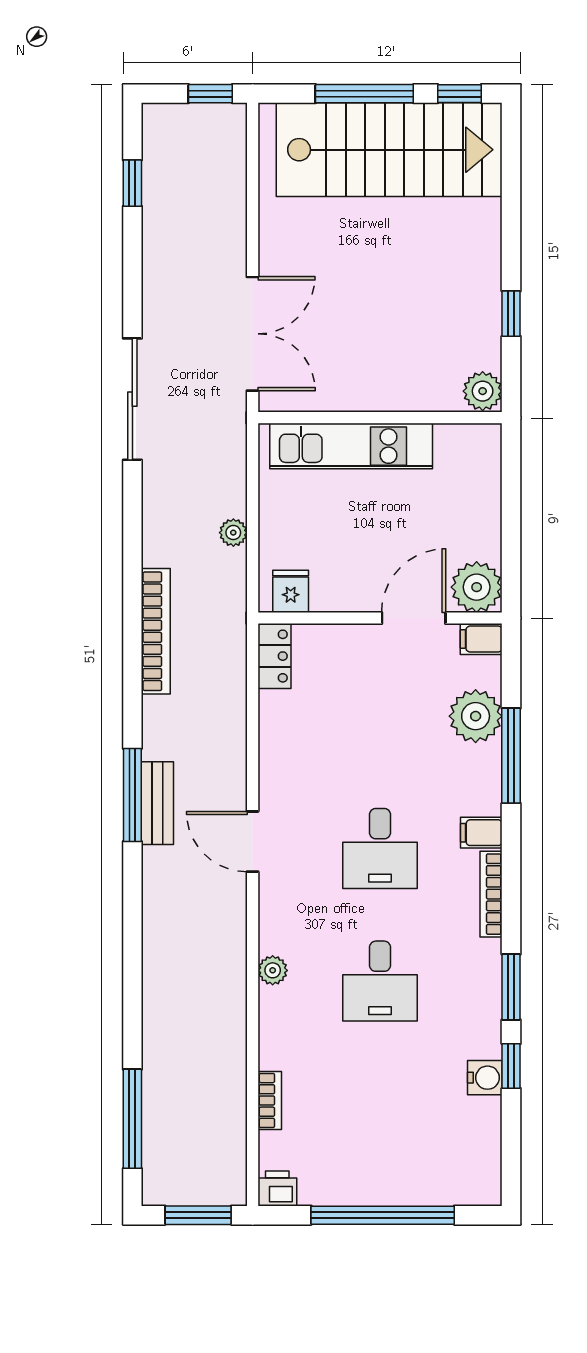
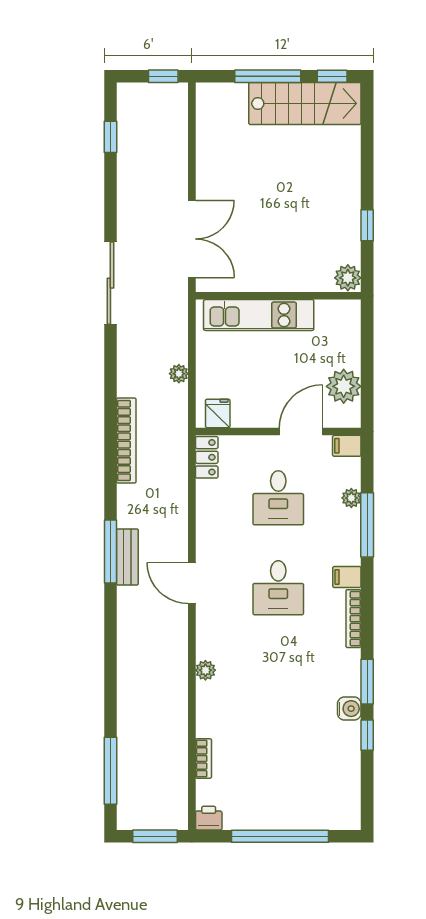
stairs: (389, 150) -> (305, 103), width x0.73, depth x0.66
plant: (477, 587) -> (344, 386), moved
plant: (476, 716) -> (351, 498), width x0.53, depth x0.53
desk: (380, 981) -> (278, 498), moved
water cooler: (485, 1078) -> (349, 709), moved

